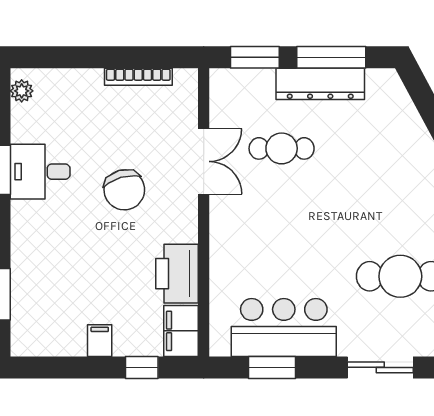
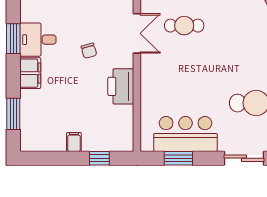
chair: (124, 190) -> (89, 51), width x0.54, depth x0.54
printer: (177, 274) -> (121, 86), moved
filing cabinet: (181, 331) -> (30, 73), moved, turned 180

